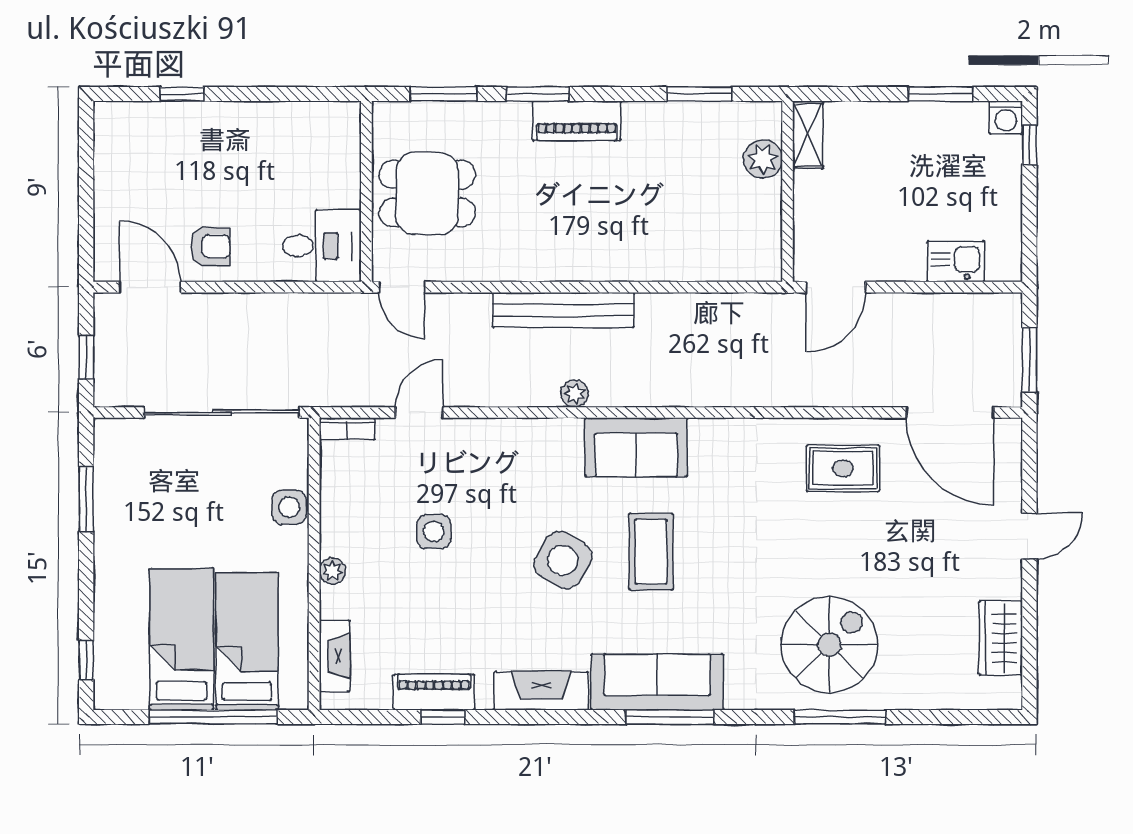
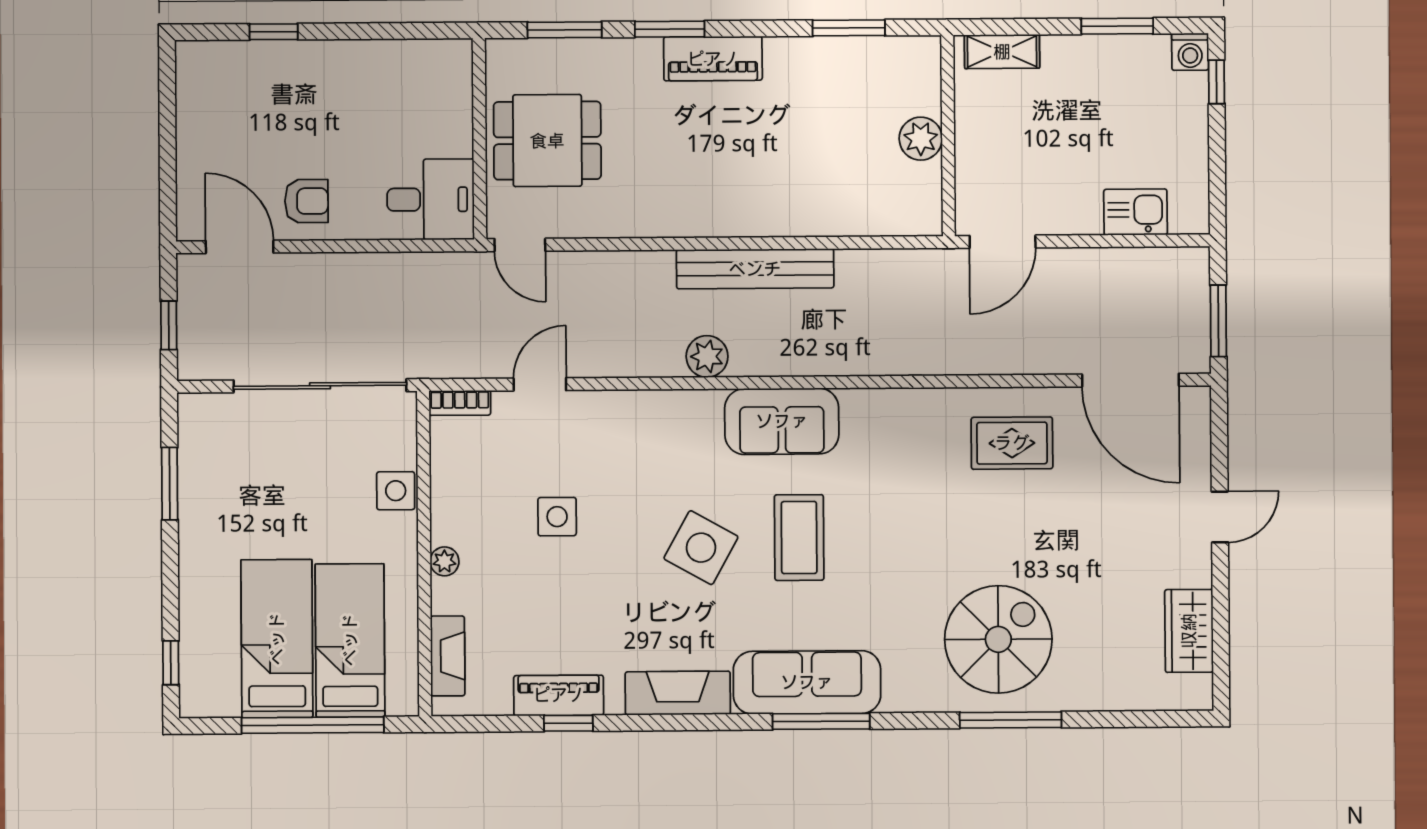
shelving: (808, 135) -> (1002, 52), moved, turned 90
plant: (763, 159) -> (921, 139), moved
bench: (563, 310) -> (755, 269), moved
plant: (575, 394) -> (707, 356), width x1.38, depth x1.38

